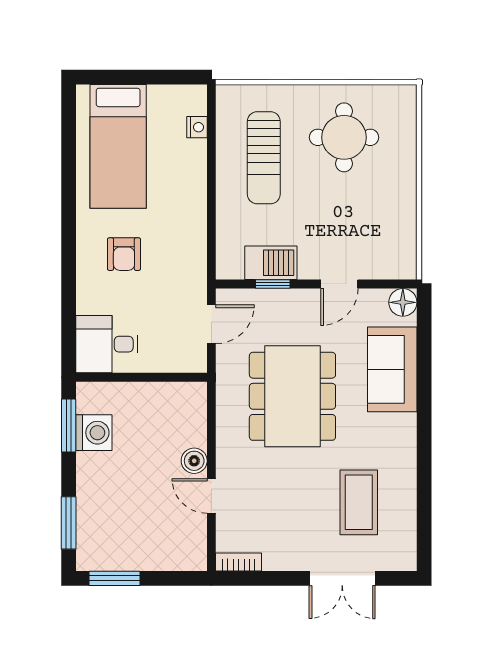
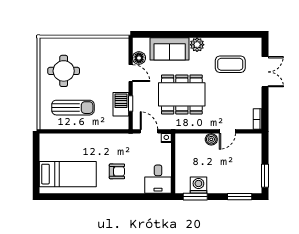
nightstand: (197, 127) -> (166, 138), moved
floor lamp: (403, 302) -> (139, 58), moved
plant: (401, 430) -> (197, 45), added

